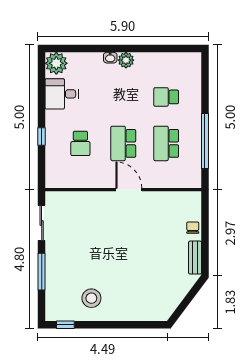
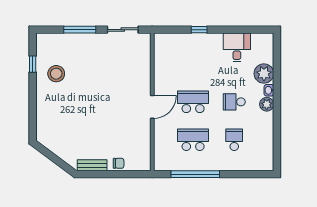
plant: (56, 63) -> (264, 74), moved
school desk: (80, 143) -> (234, 102), moved
window: (65, 325) -> (33, 64), moved

